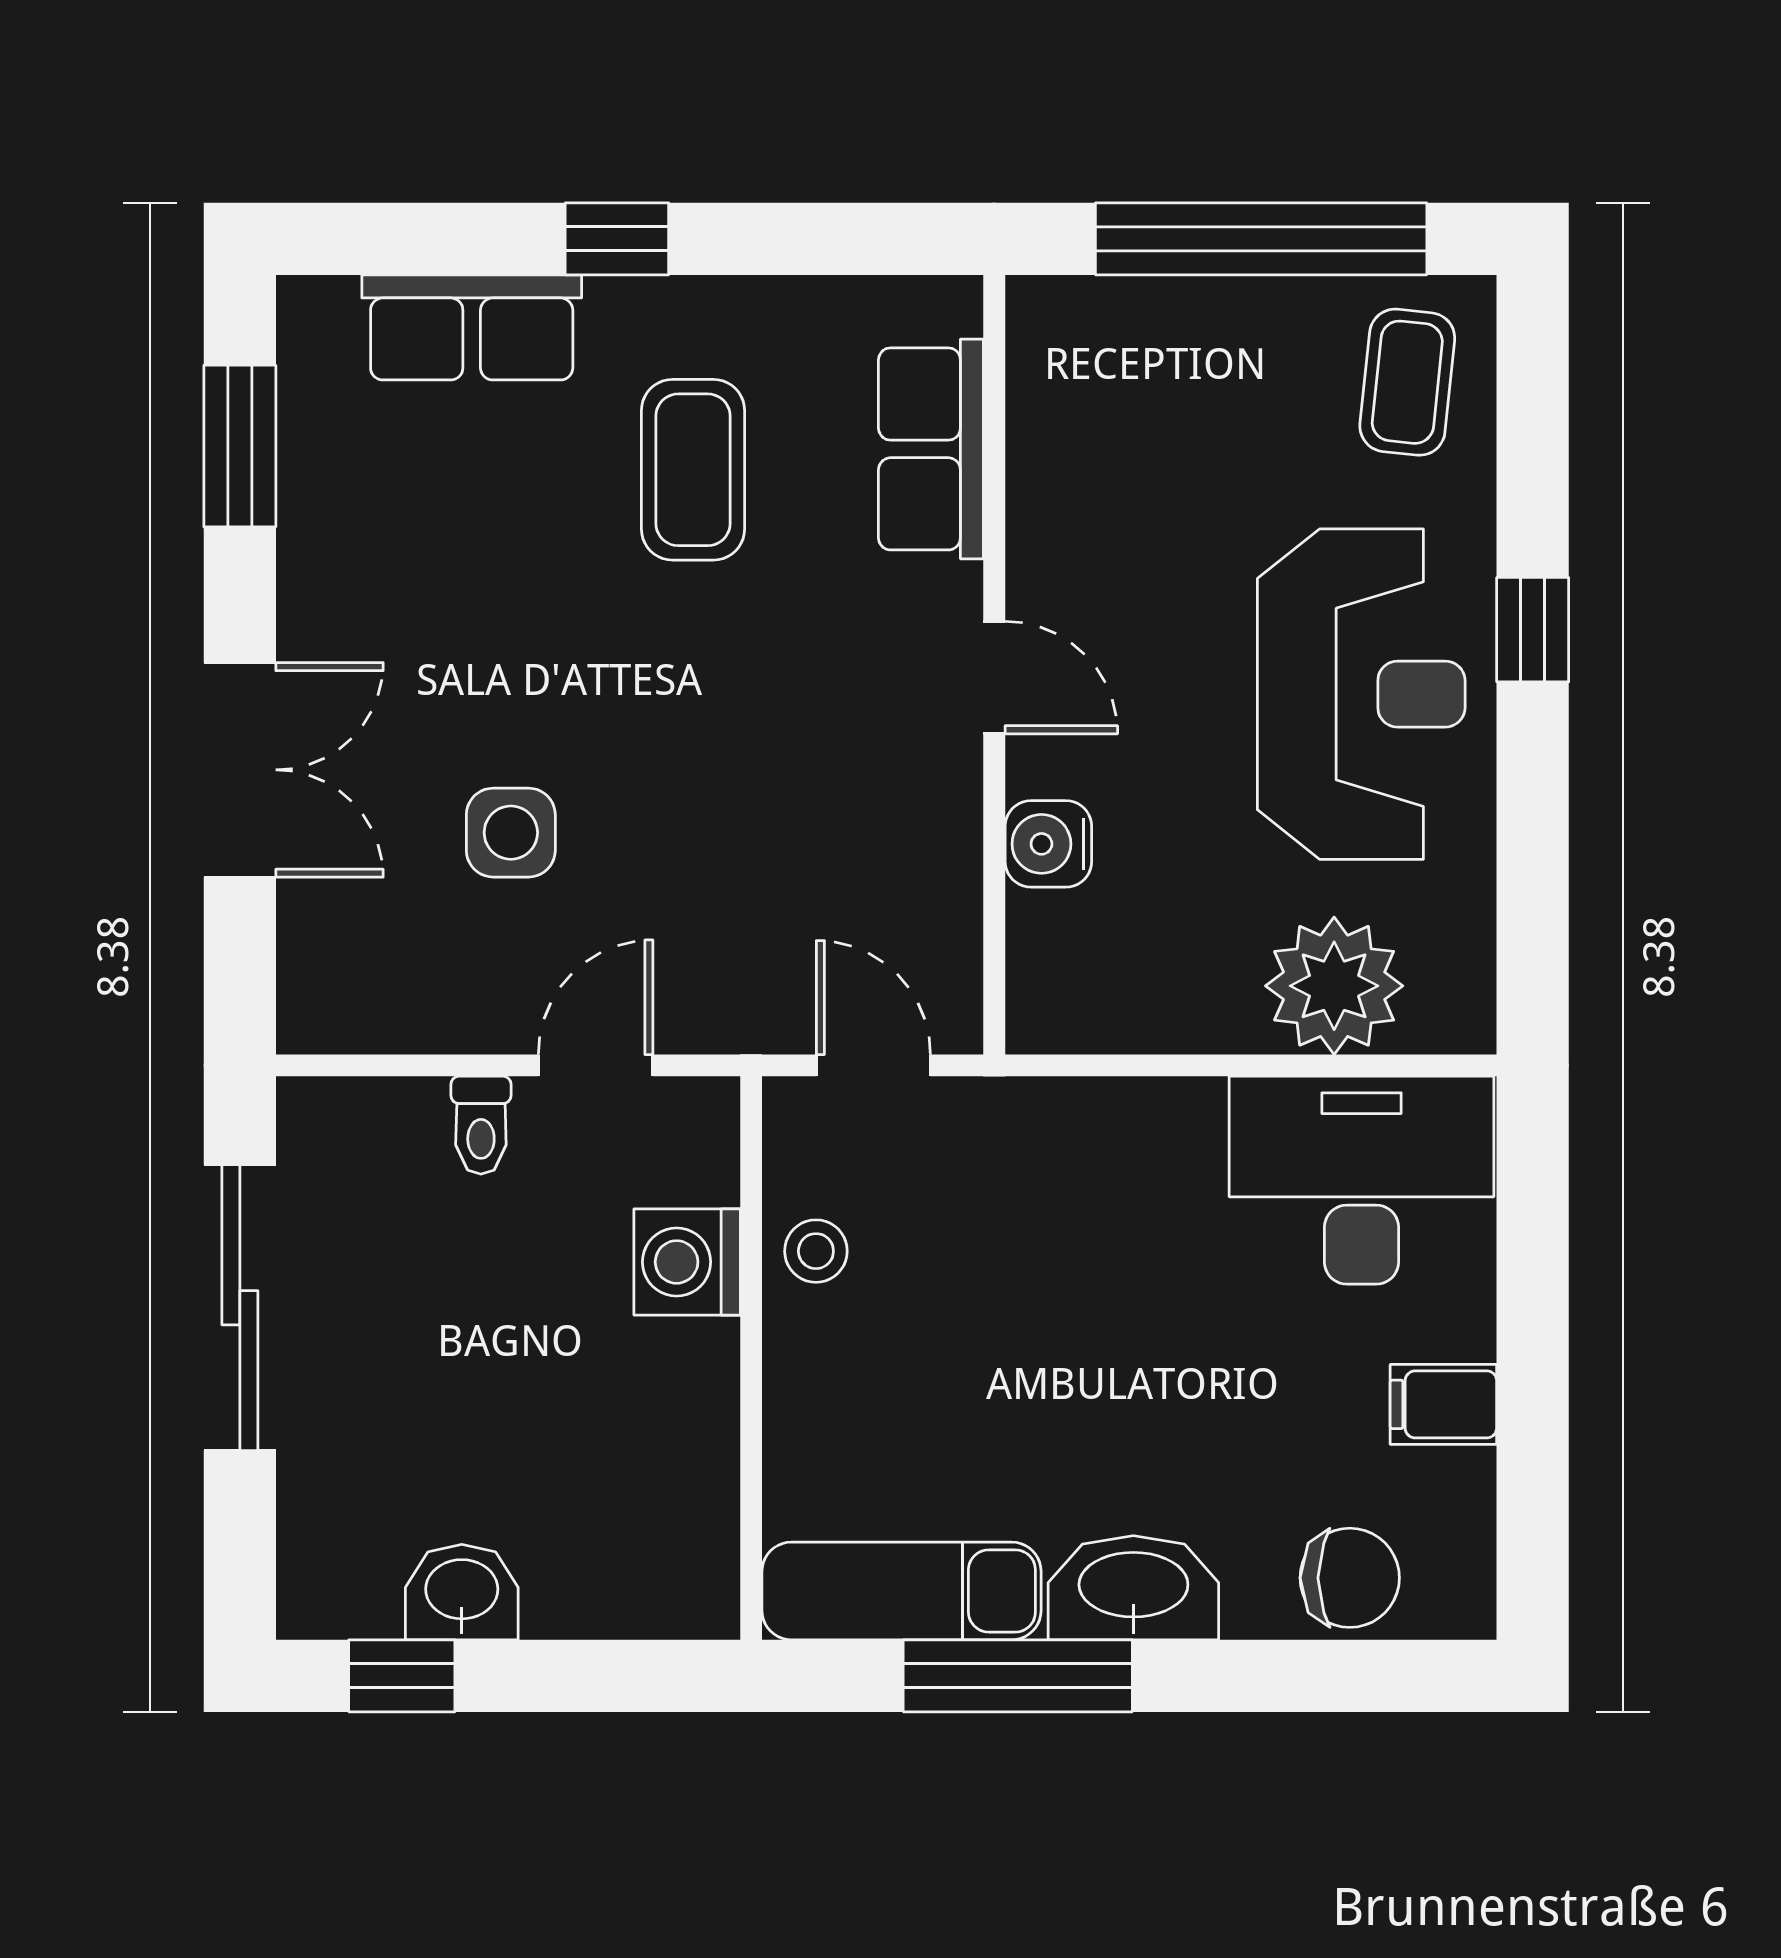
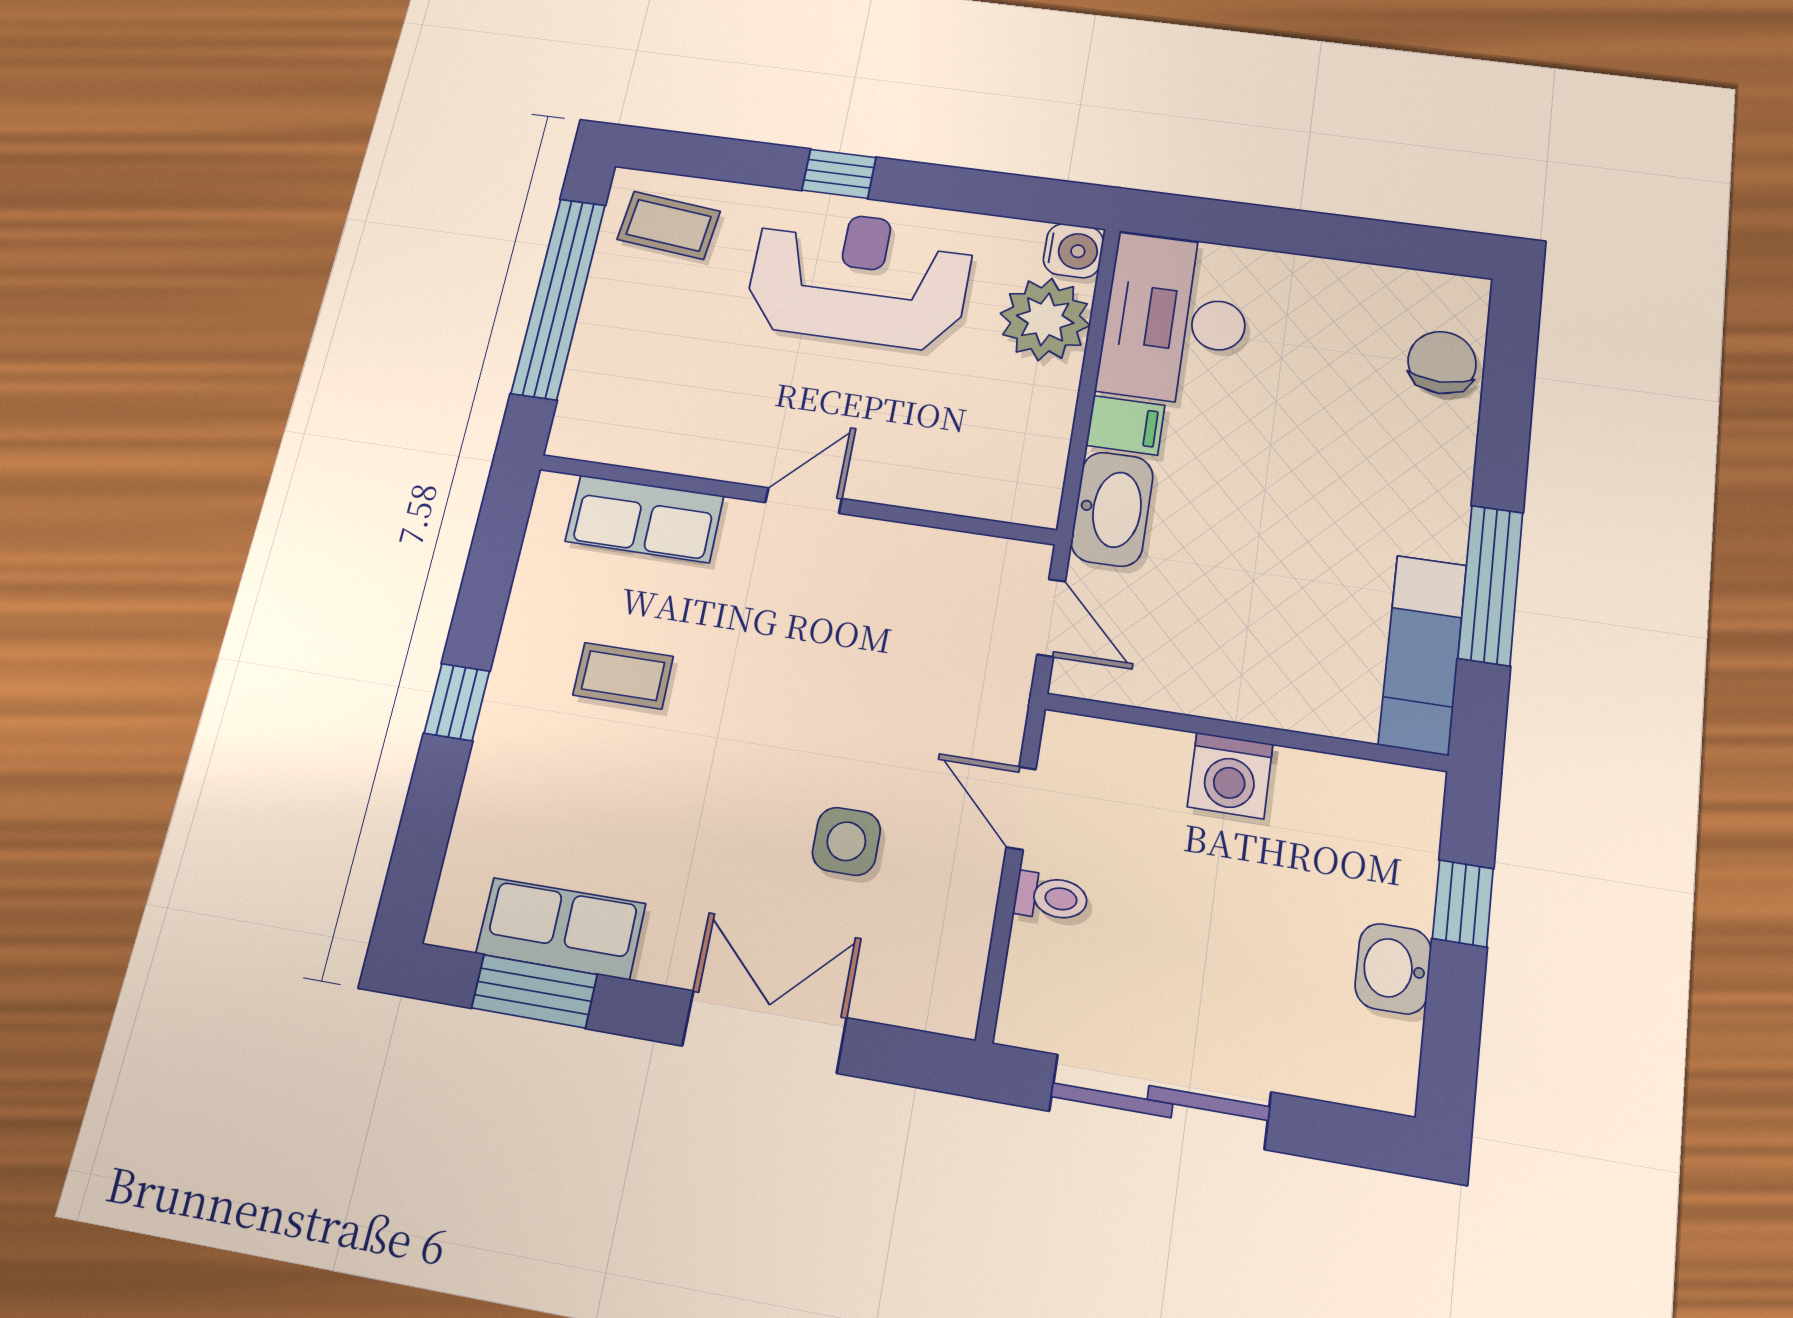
row of seats: (472, 327) -> (561, 929), moved, turned -90
coffee table: (693, 470) -> (623, 676), width x0.73, depth x0.77
water cooler: (1048, 844) -> (1073, 251), moved, turned -90
door: (873, 1065) -> (1051, 618), swing flipped
stool: (816, 1251) -> (1175, 676), removed
washing machine: (687, 1262) -> (1230, 775), moved
filing cabinet: (1443, 1404) -> (1125, 425), moved, turned -90
washbasin: (1133, 1588) -> (1112, 509), moved, turned 180
window: (402, 1676) -> (1463, 903), moved

